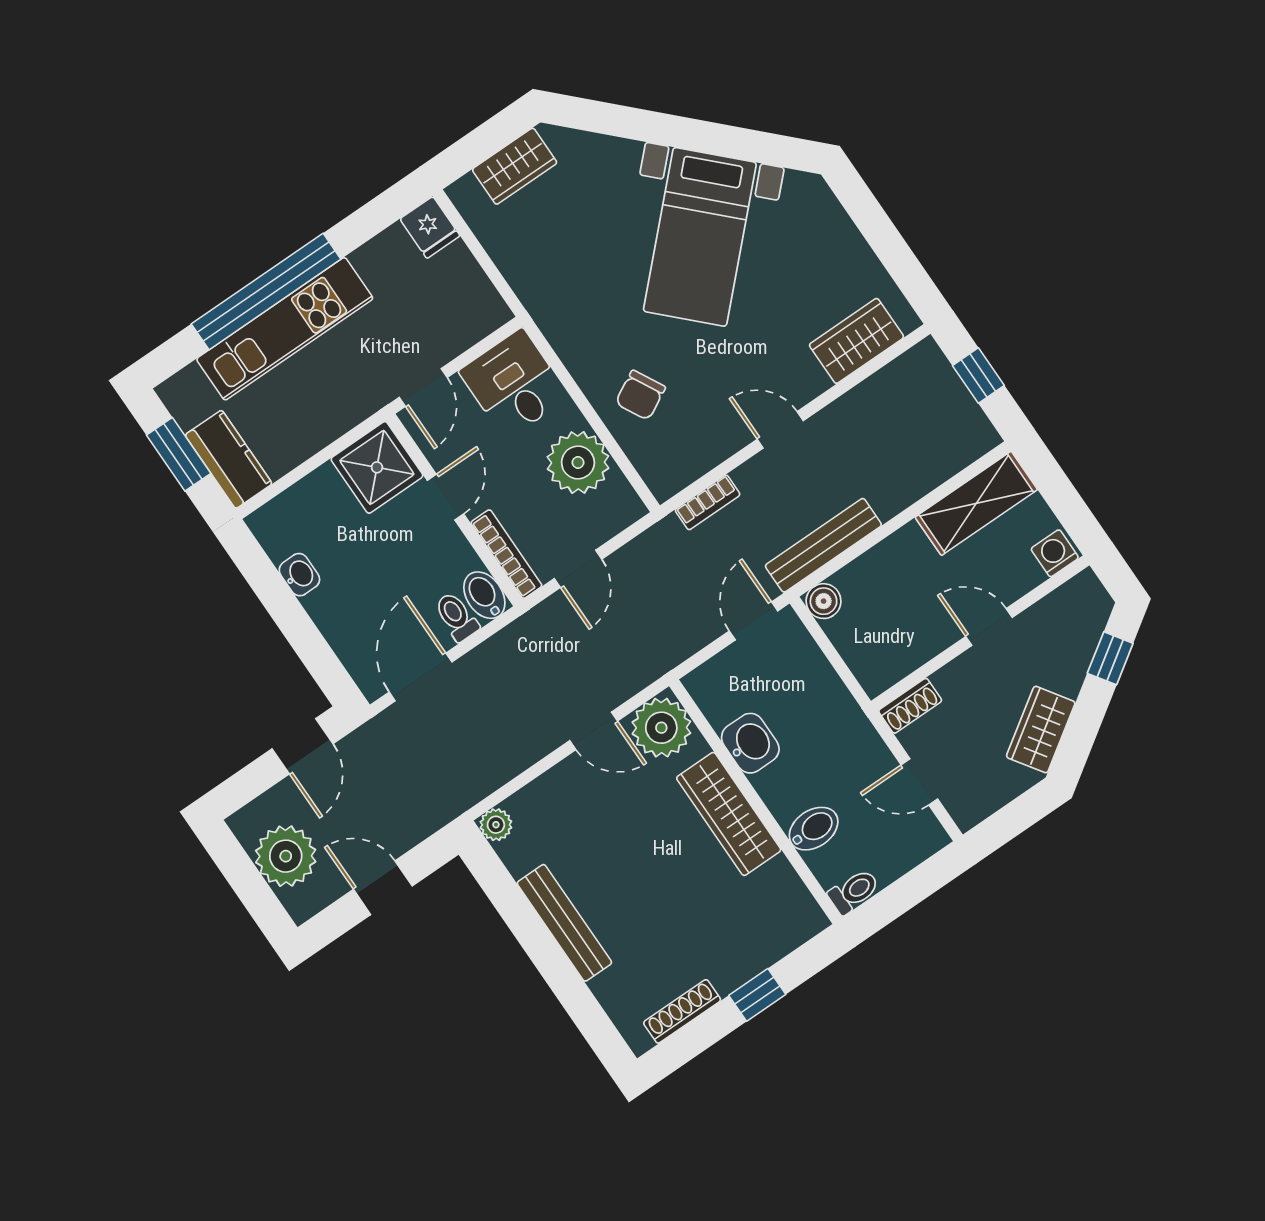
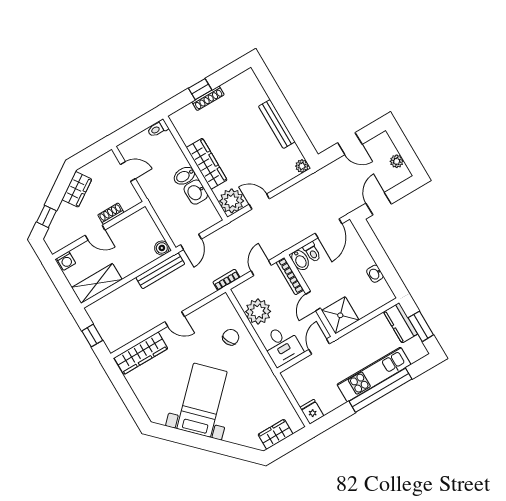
wardrobe: (857, 341) -> (141, 353), width x1.50
bookcase: (708, 502) -> (226, 280), moved
shoe rack: (910, 706) -> (111, 214), moved
bidet: (814, 829) -> (184, 176), moved
plant: (286, 856) -> (397, 161), width x0.53, depth x0.53
shoe rack: (682, 1011) -> (208, 98), moved

